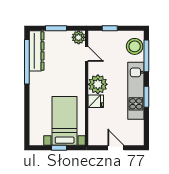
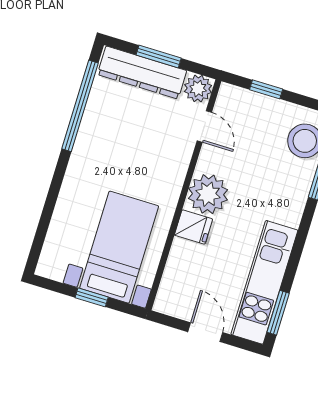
dresser: (37, 51) -> (142, 73), moved, turned 90
kitchen unit: (136, 91) -> (264, 282), moved
window: (146, 97) -> (278, 313), moved

